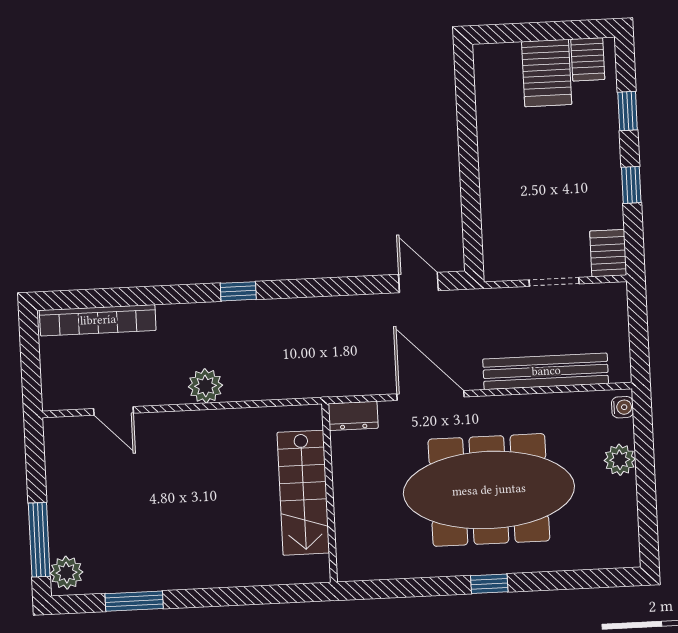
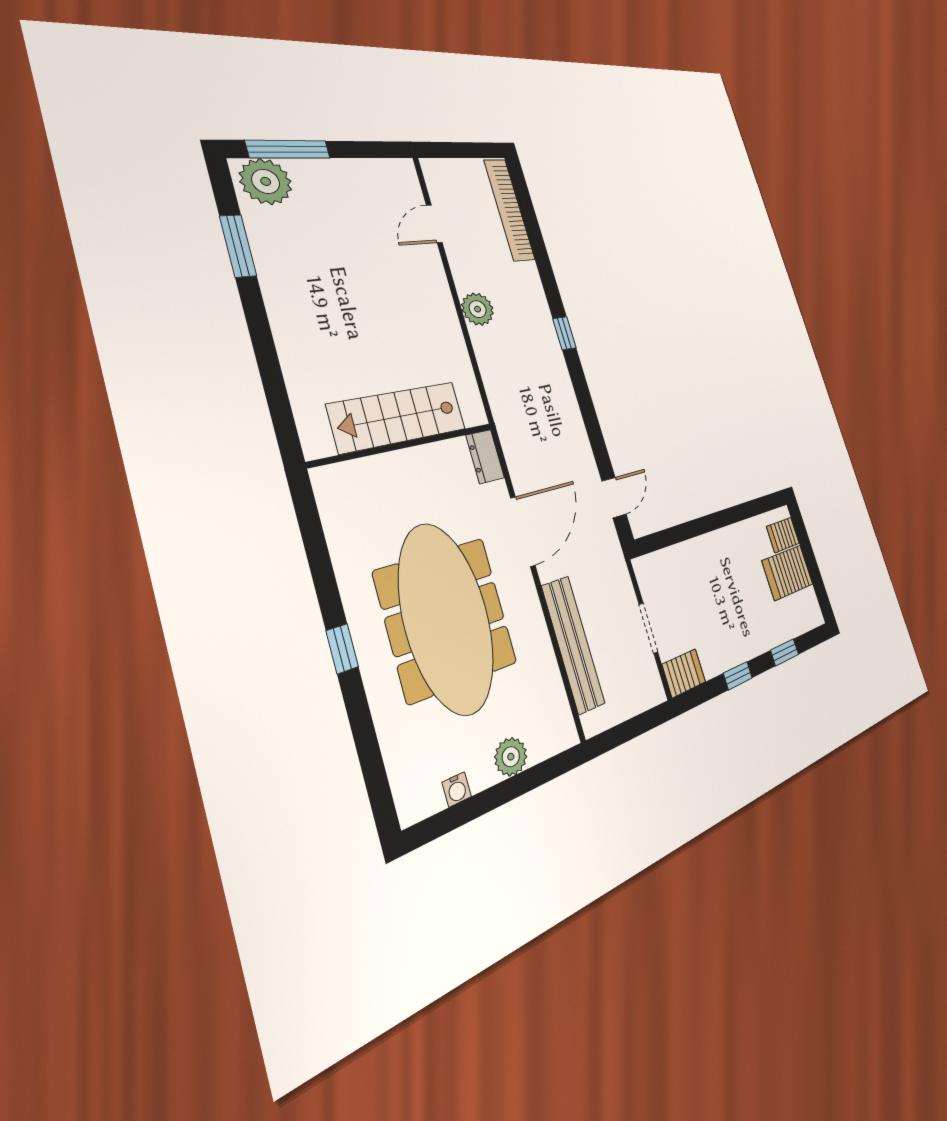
server rack: (588, 59) -> (783, 535), moved
water cooler: (622, 407) -> (457, 789), moved
plant: (66, 573) -> (266, 181), width x1.36, depth x1.36

